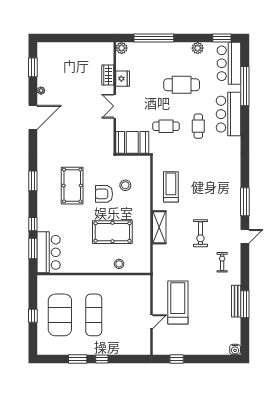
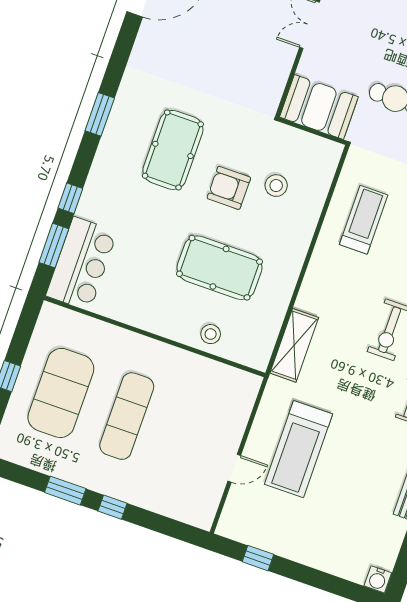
shelving: (159, 227) -> (294, 345), moved
treadmill: (178, 303) -> (299, 449), turned 180

